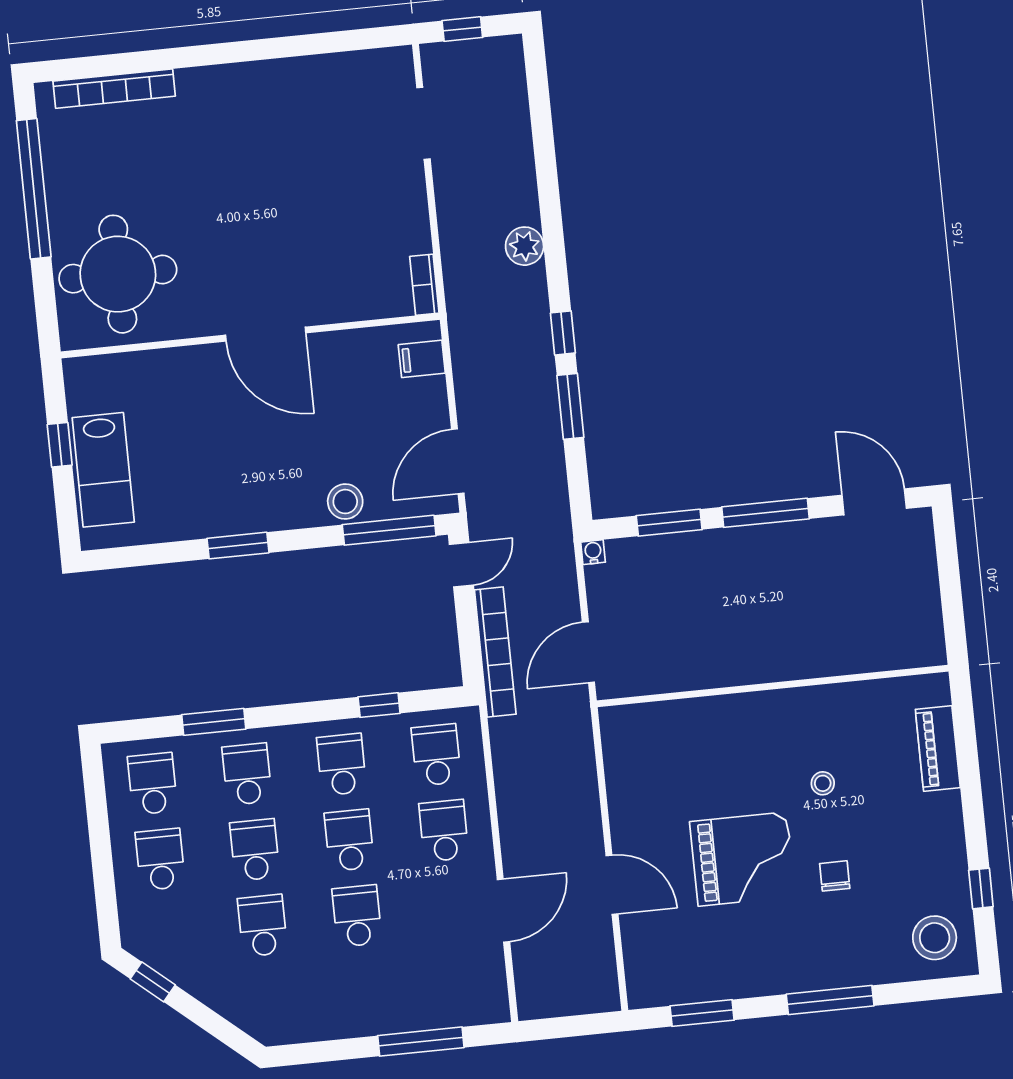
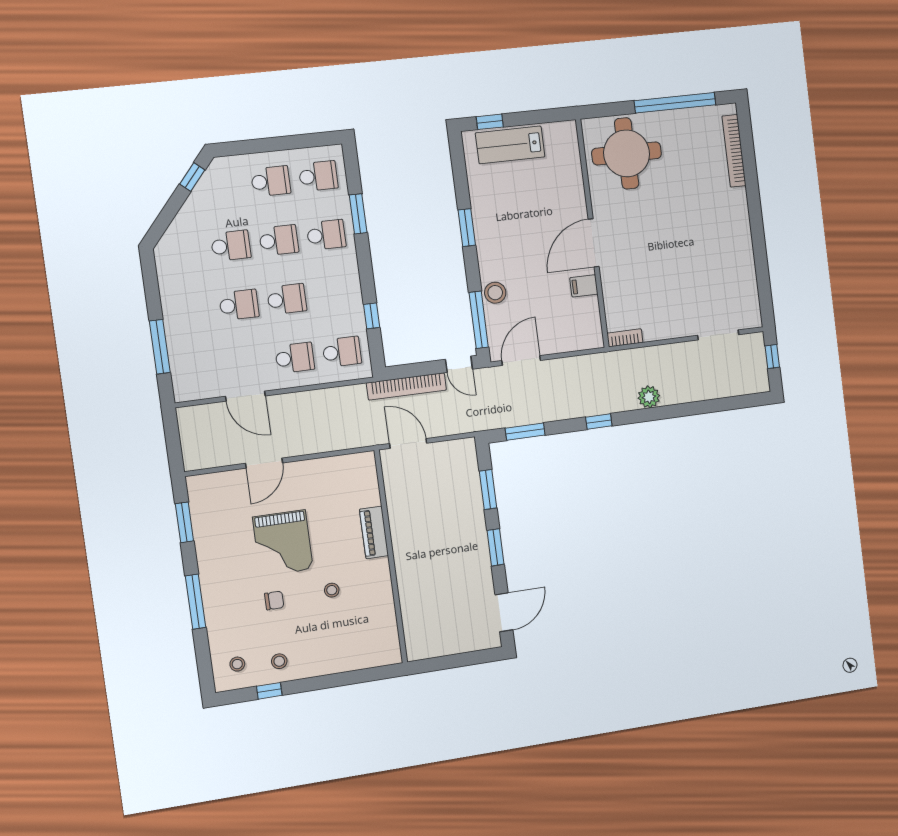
filing cabinet: (422, 359) -> (584, 286), moved, turned -90
window: (570, 406) -> (525, 432), moved
window: (60, 445) -> (490, 122), moved
door: (458, 461) -> (521, 360), hinge flipped
window: (766, 513) -> (496, 547), width x0.69
water cooler: (593, 552) -> (469, 444), removed
piano: (938, 748) -> (374, 532), moved, turned -90
school desk: (342, 764) -> (334, 293), removed
stool: (934, 871) -> (279, 661), added
stool: (935, 938) -> (237, 664), width x0.53, depth x0.53

